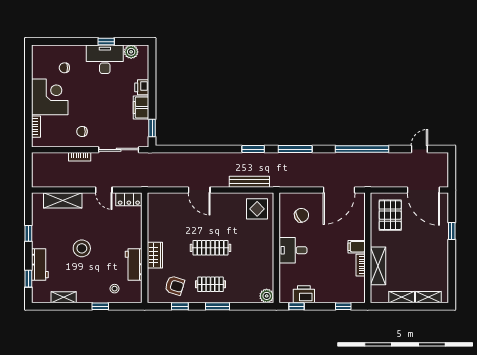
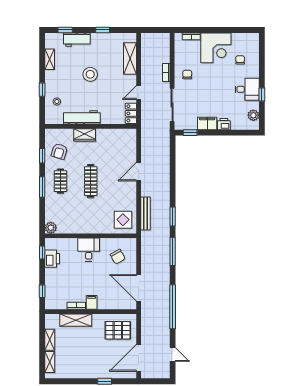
desk: (105, 59) -> (247, 89), width x0.73
workbench: (134, 264) -> (82, 117), width x1.38

